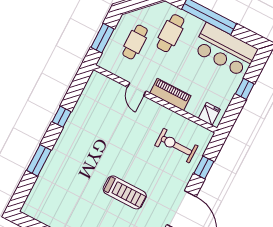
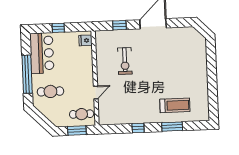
cafe table: (135, 42) -> (82, 114), moved
piano: (170, 94) -> (87, 70), removed
exercise bike: (176, 146) -> (125, 61), moved
treadmill: (125, 192) -> (175, 105), moved, turned 90

